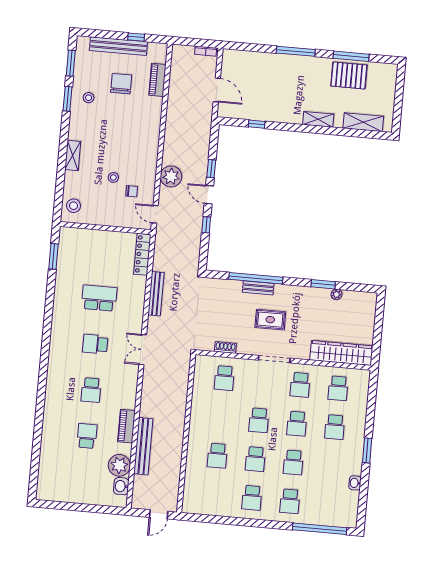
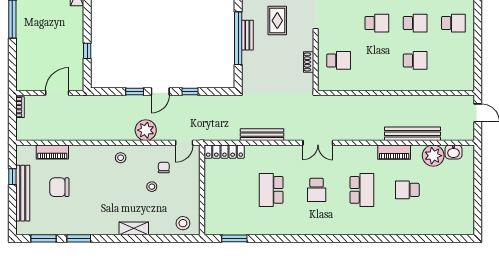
stool: (89, 98) -> (121, 158), moved
school desk: (91, 390) -> (362, 190), width x1.85

